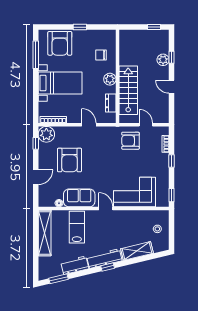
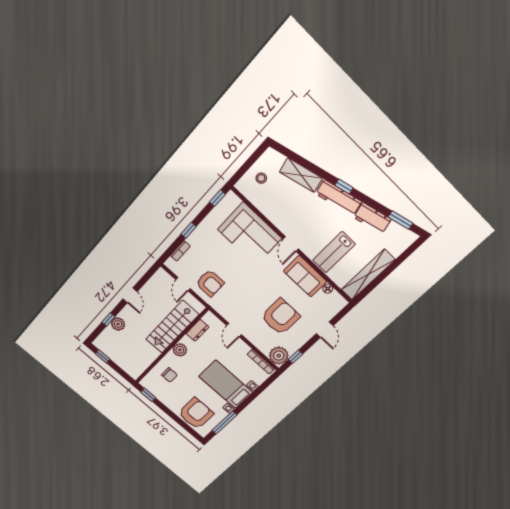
window: (80, 27) -> (148, 395), moved
door: (36, 177) -> (325, 330), swing flipped

